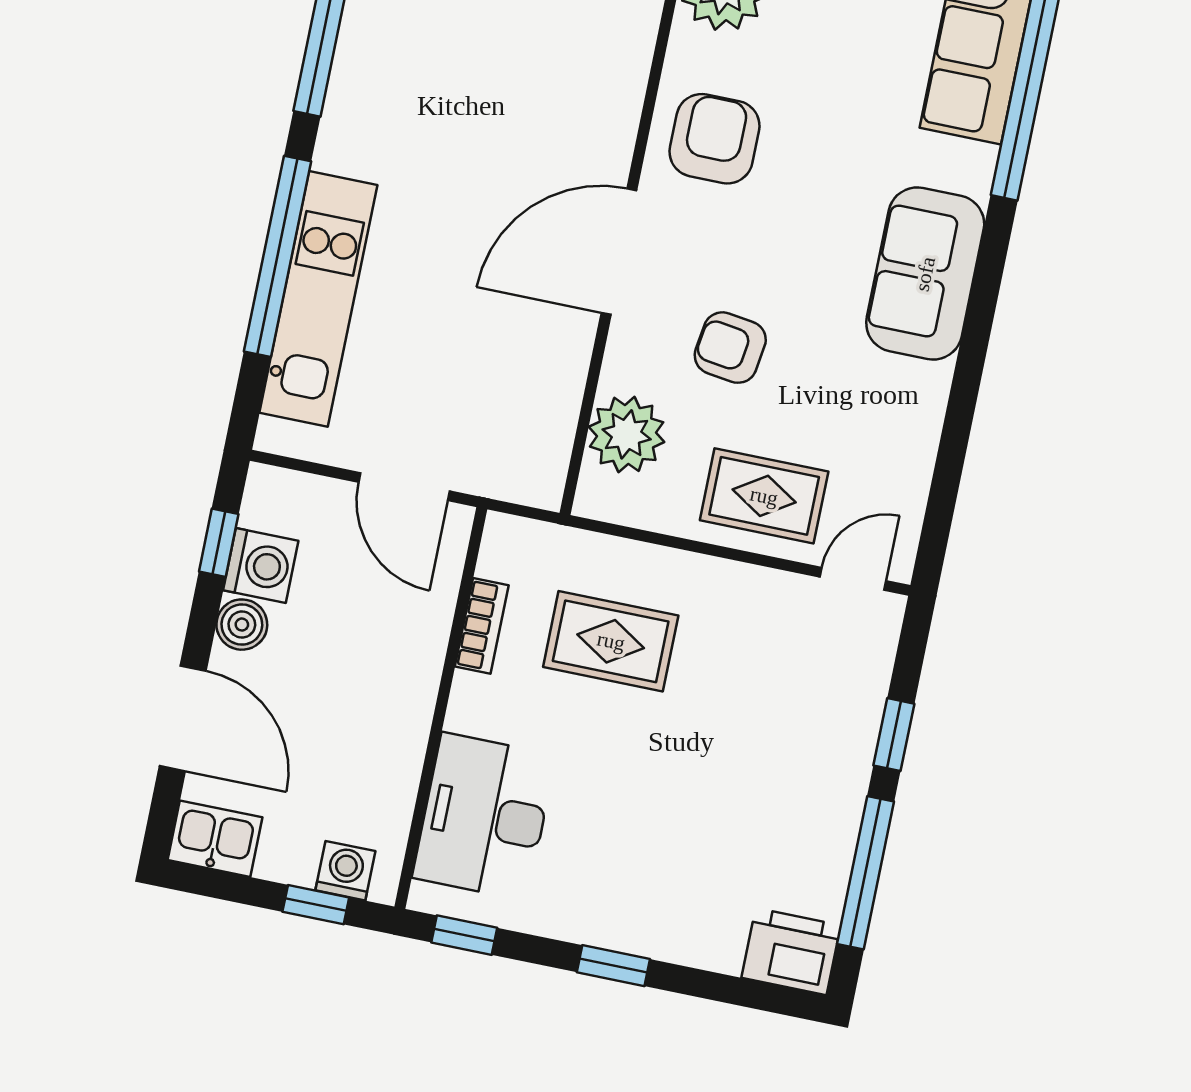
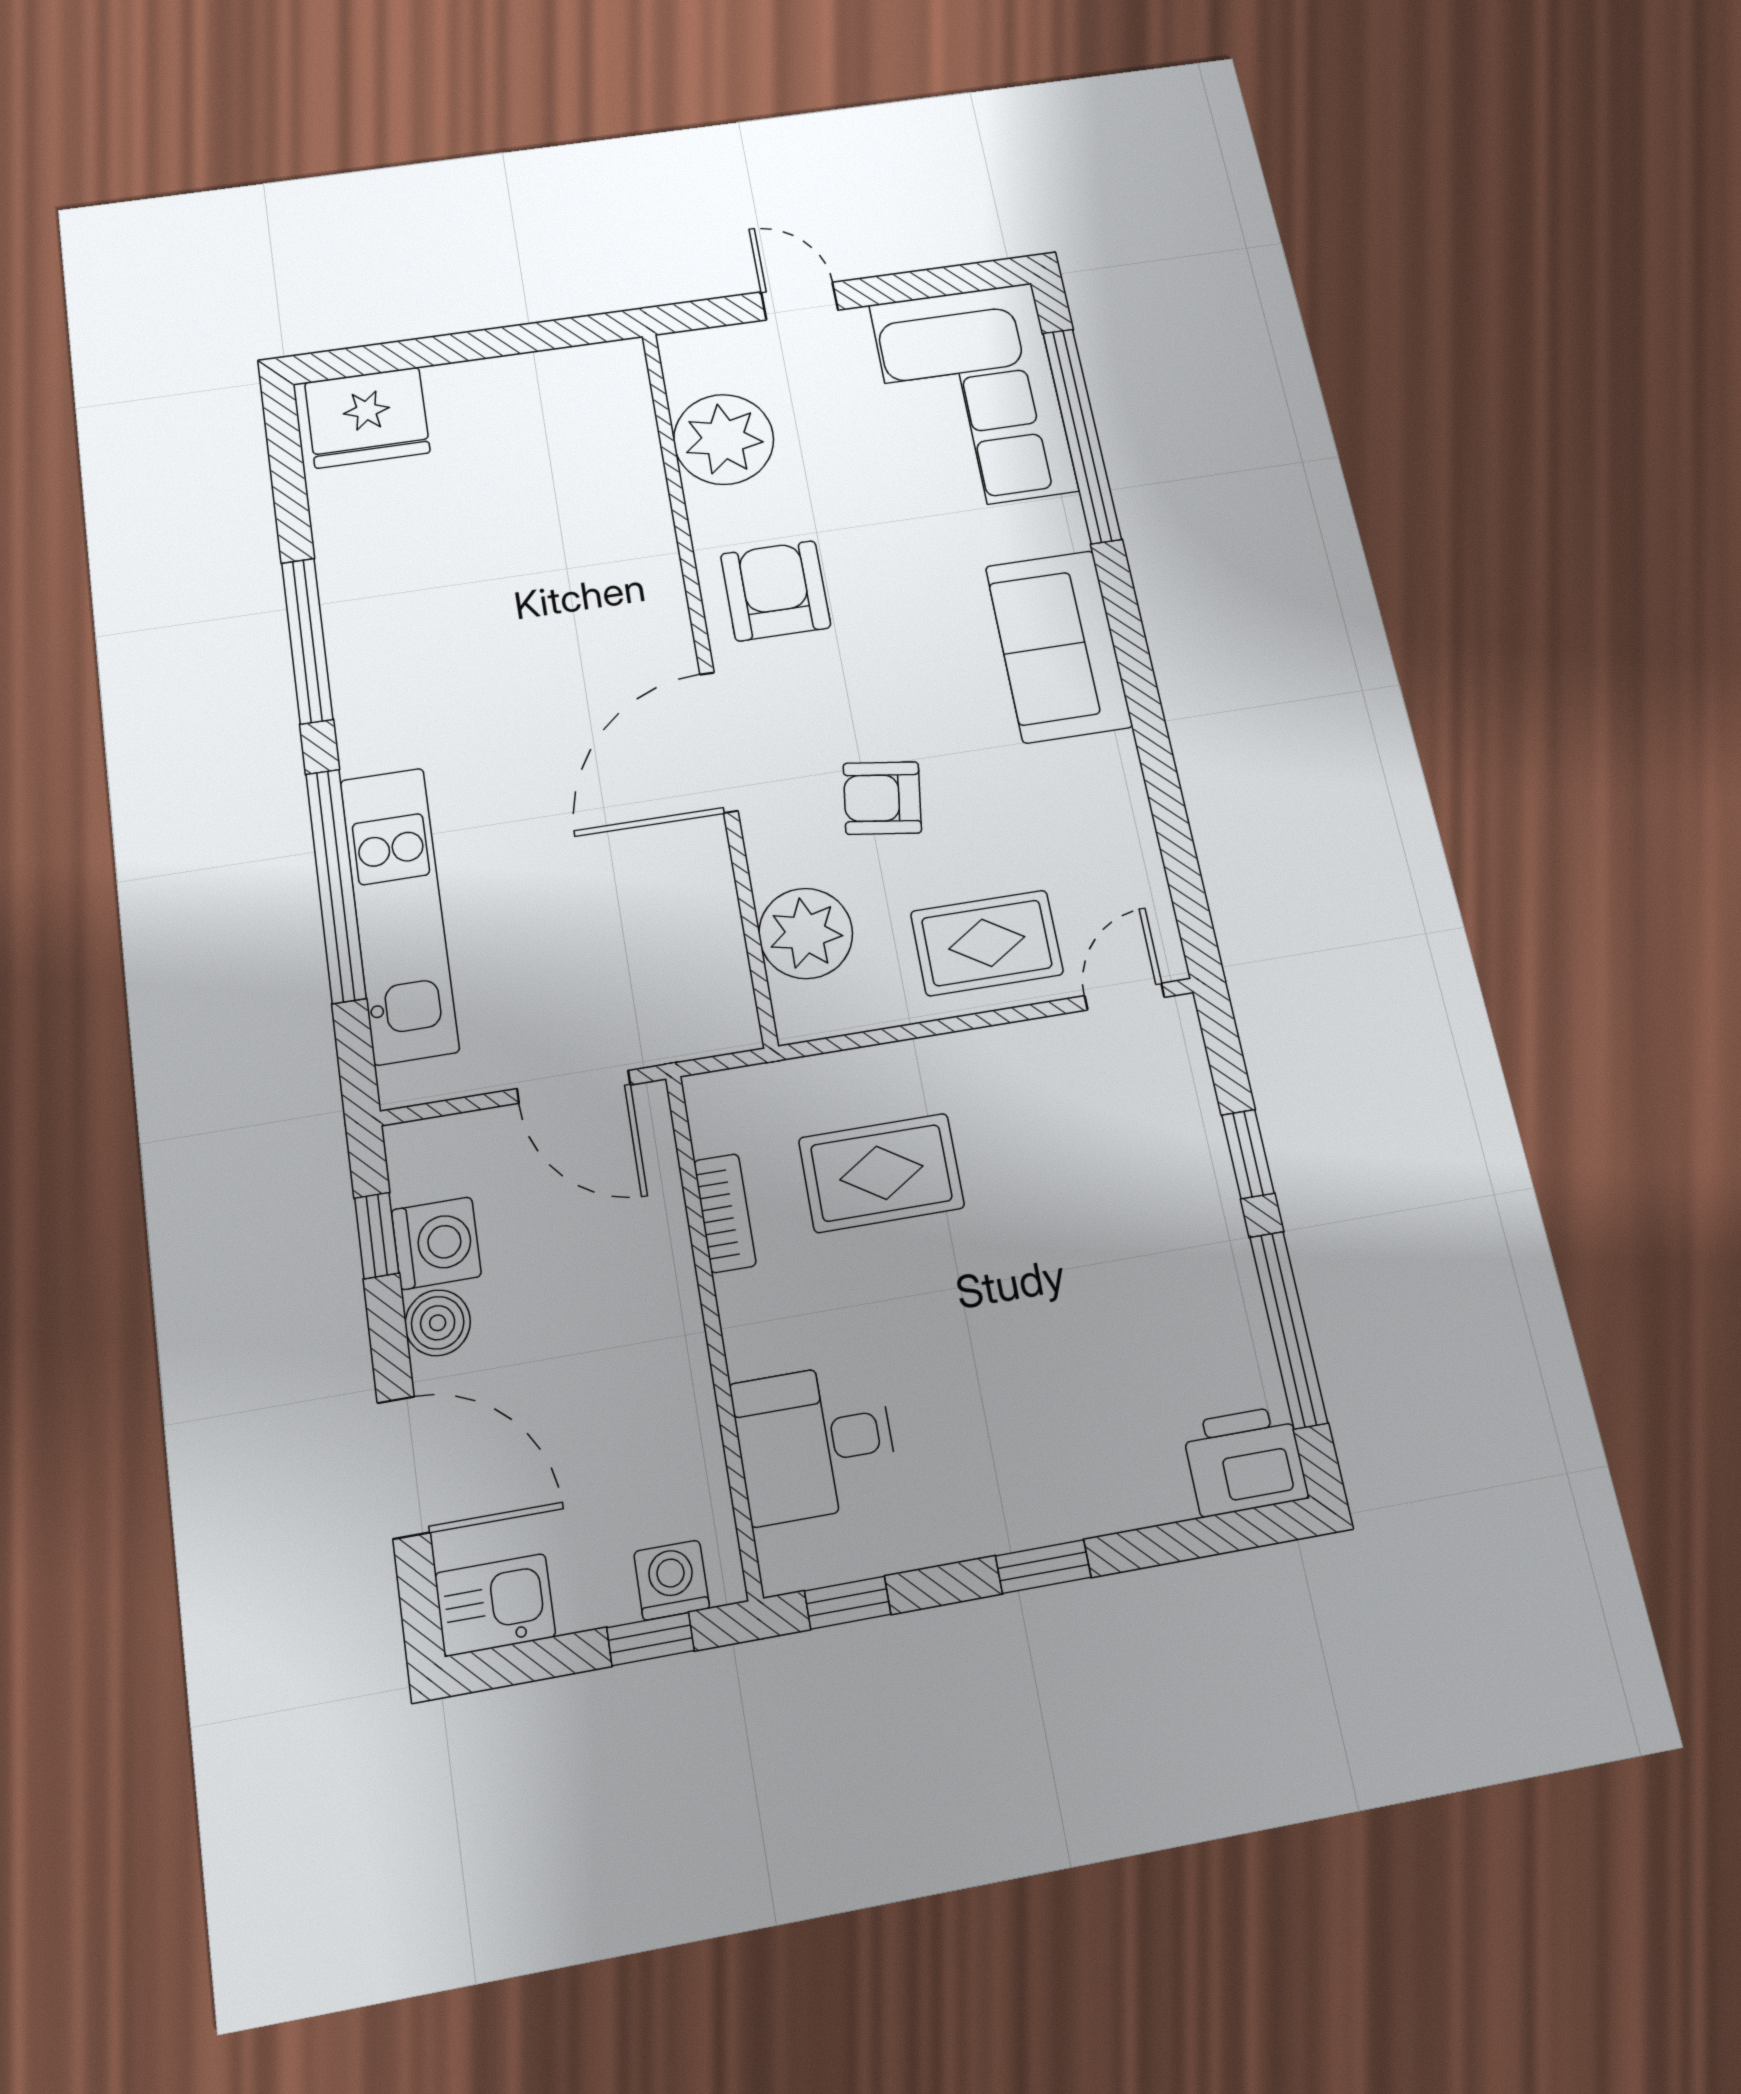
desk: (484, 816) -> (815, 1442), width x0.73

